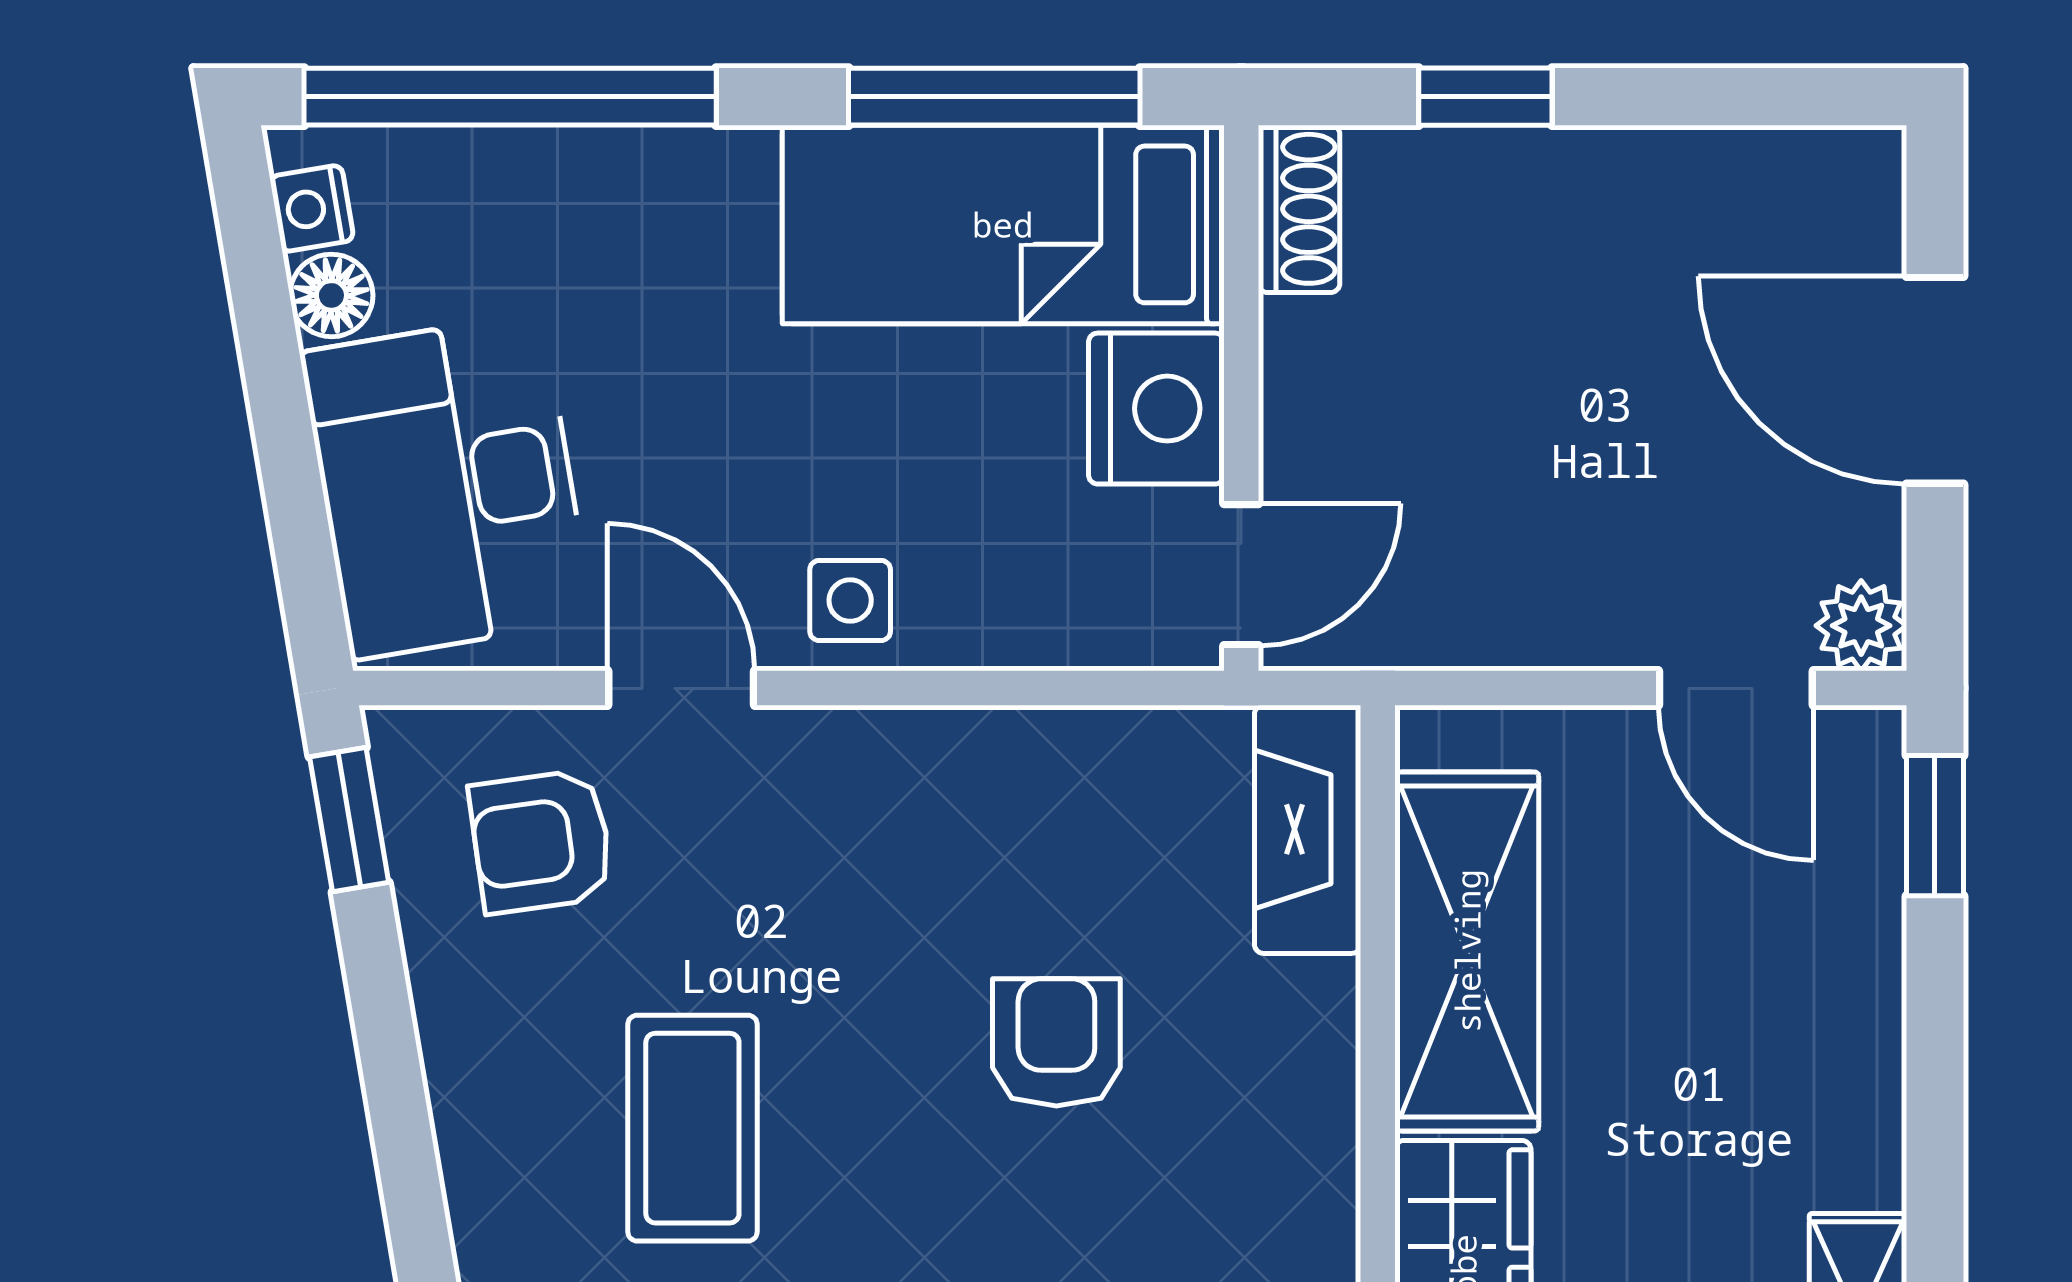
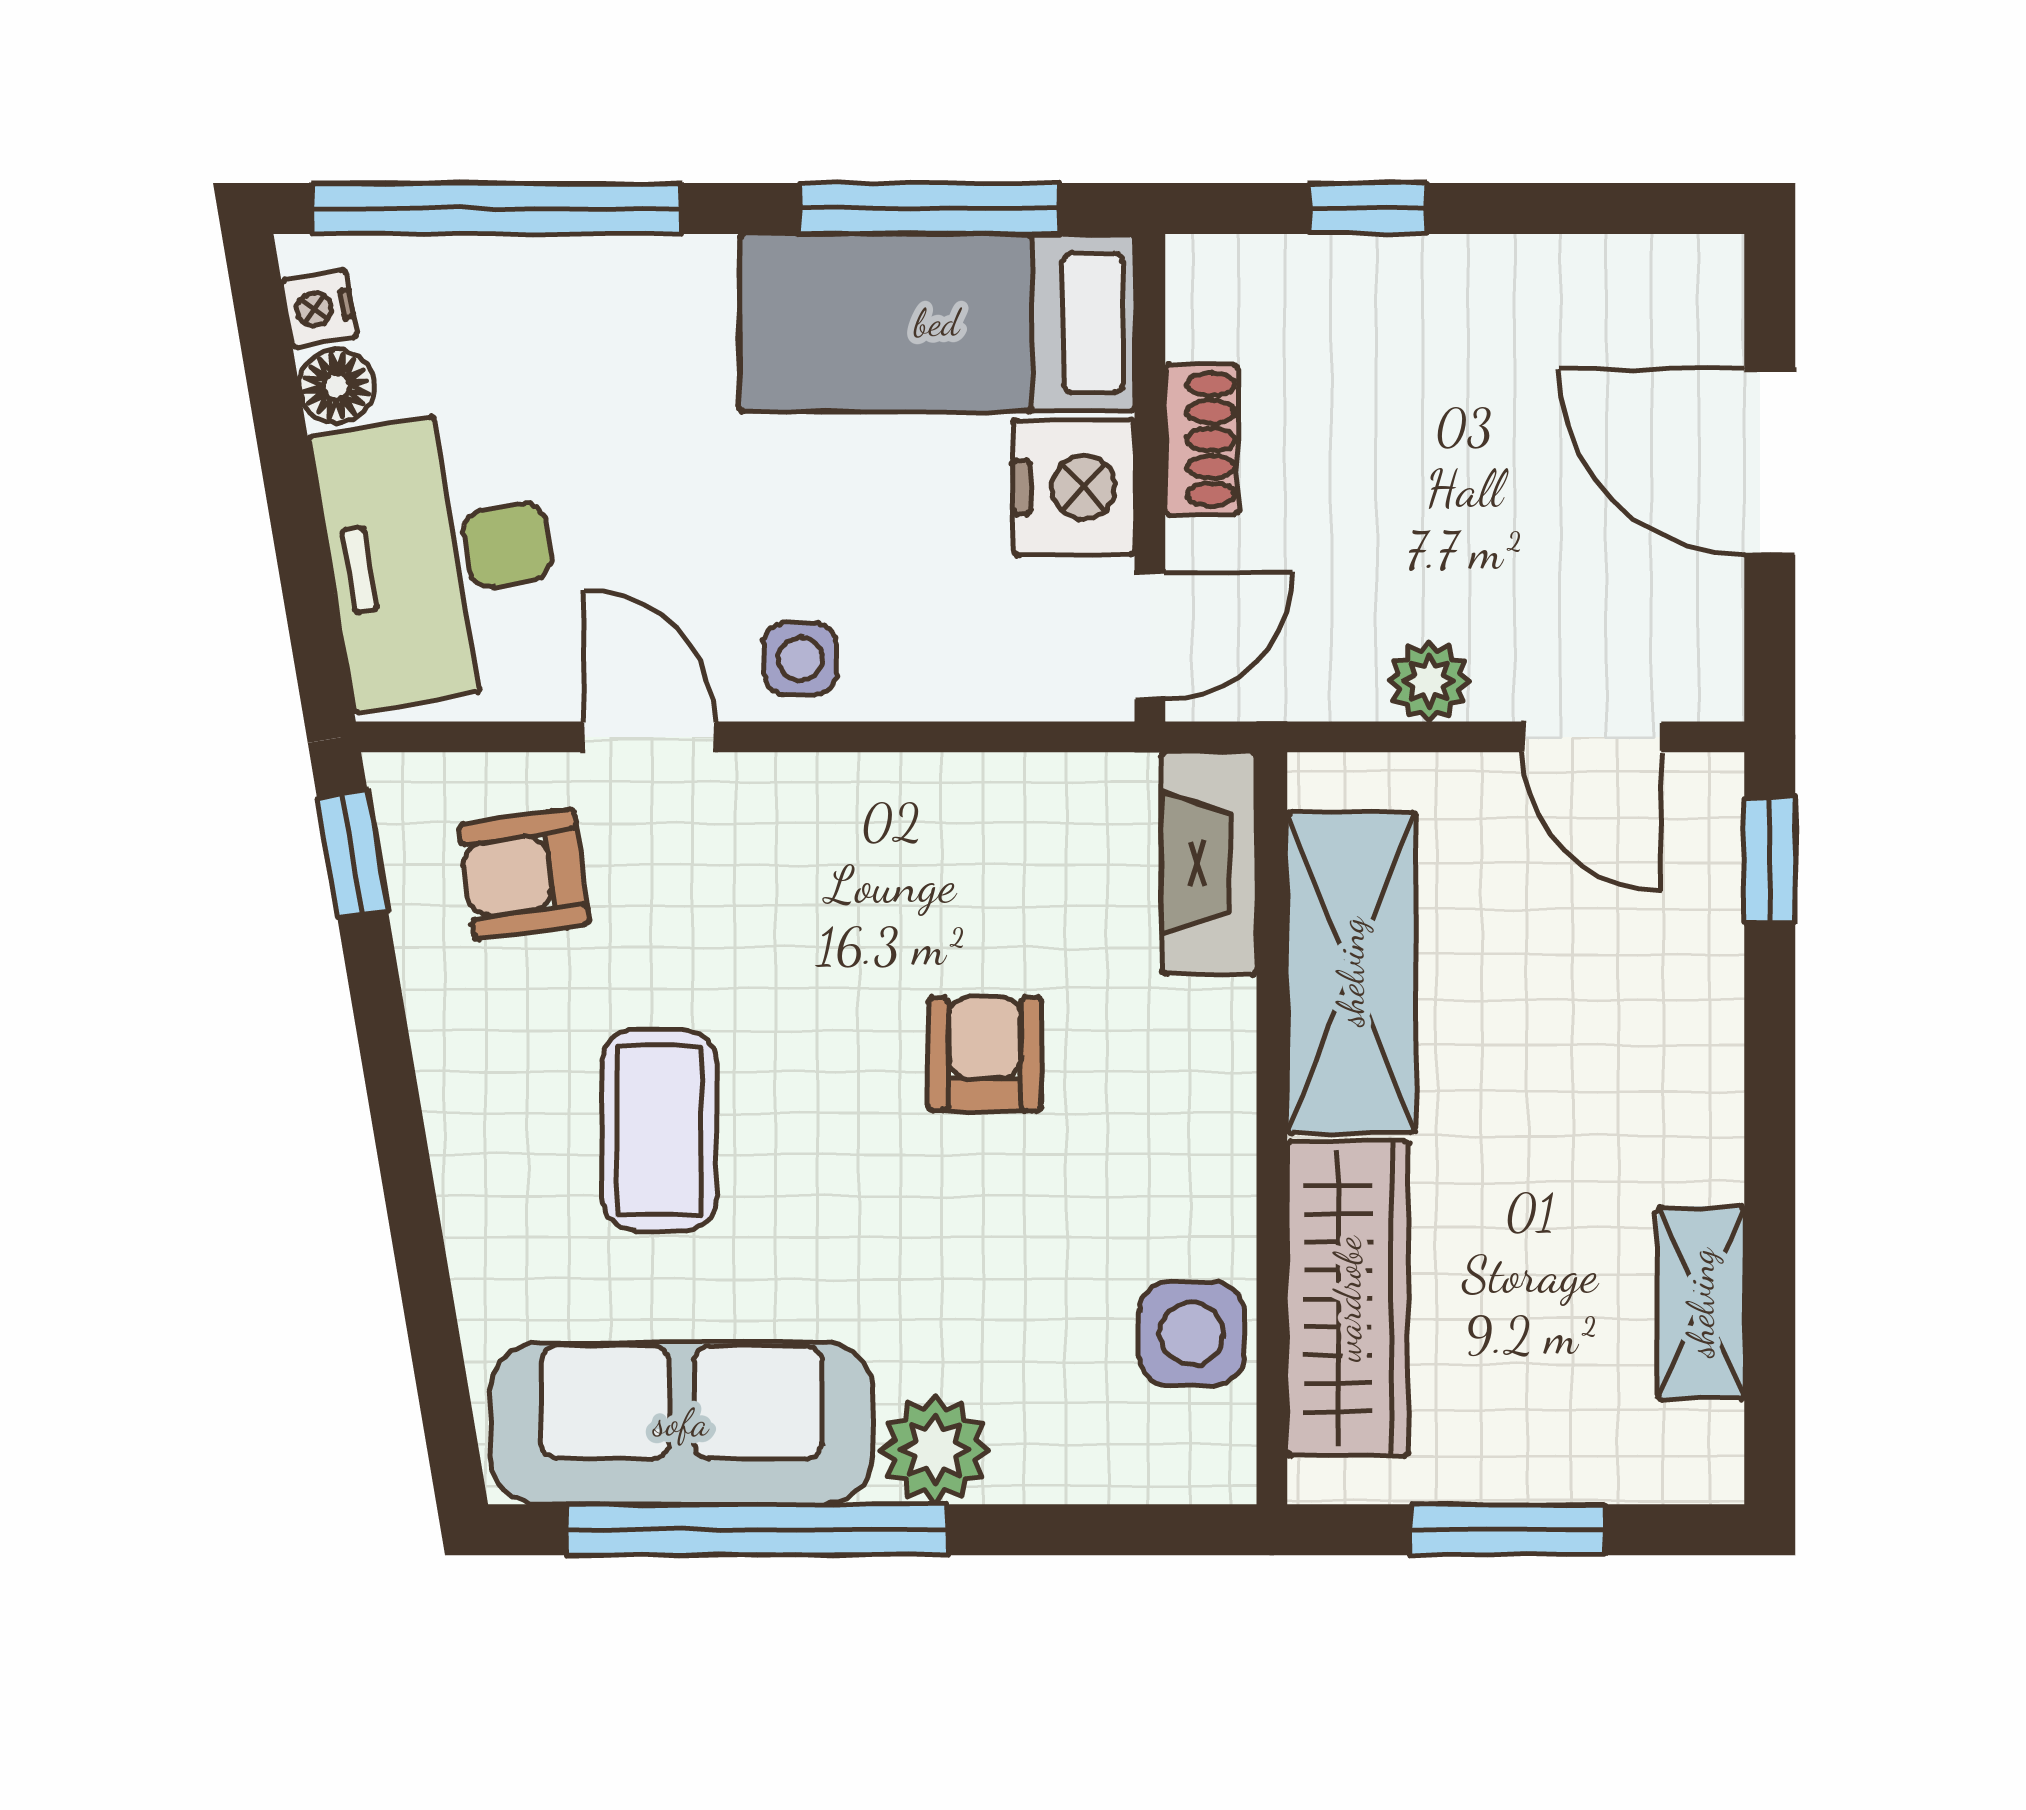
shoe rack: (1299, 209) -> (1201, 439), moved
plant: (1861, 626) -> (1429, 681), moved

